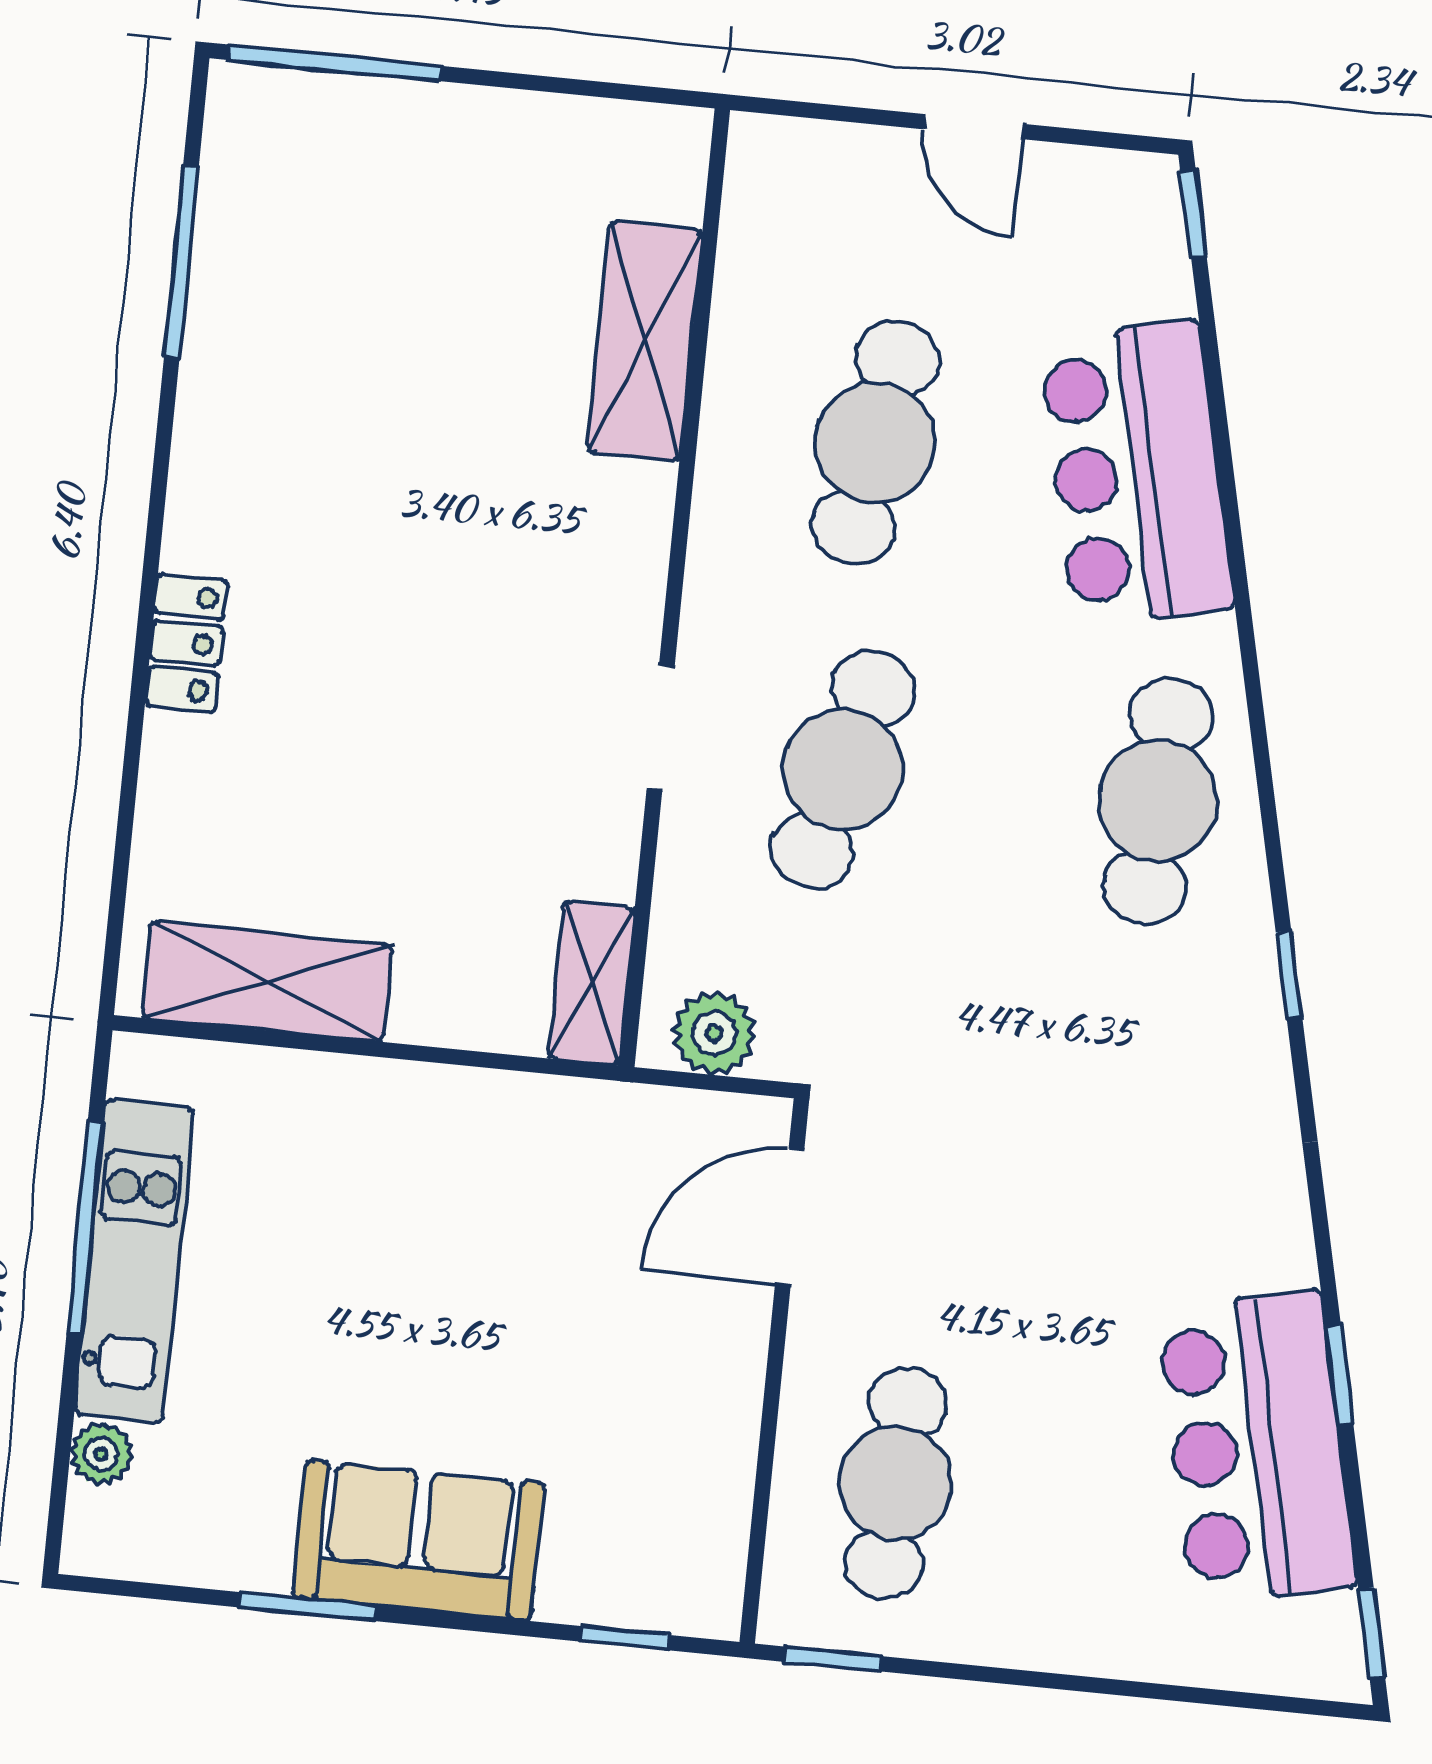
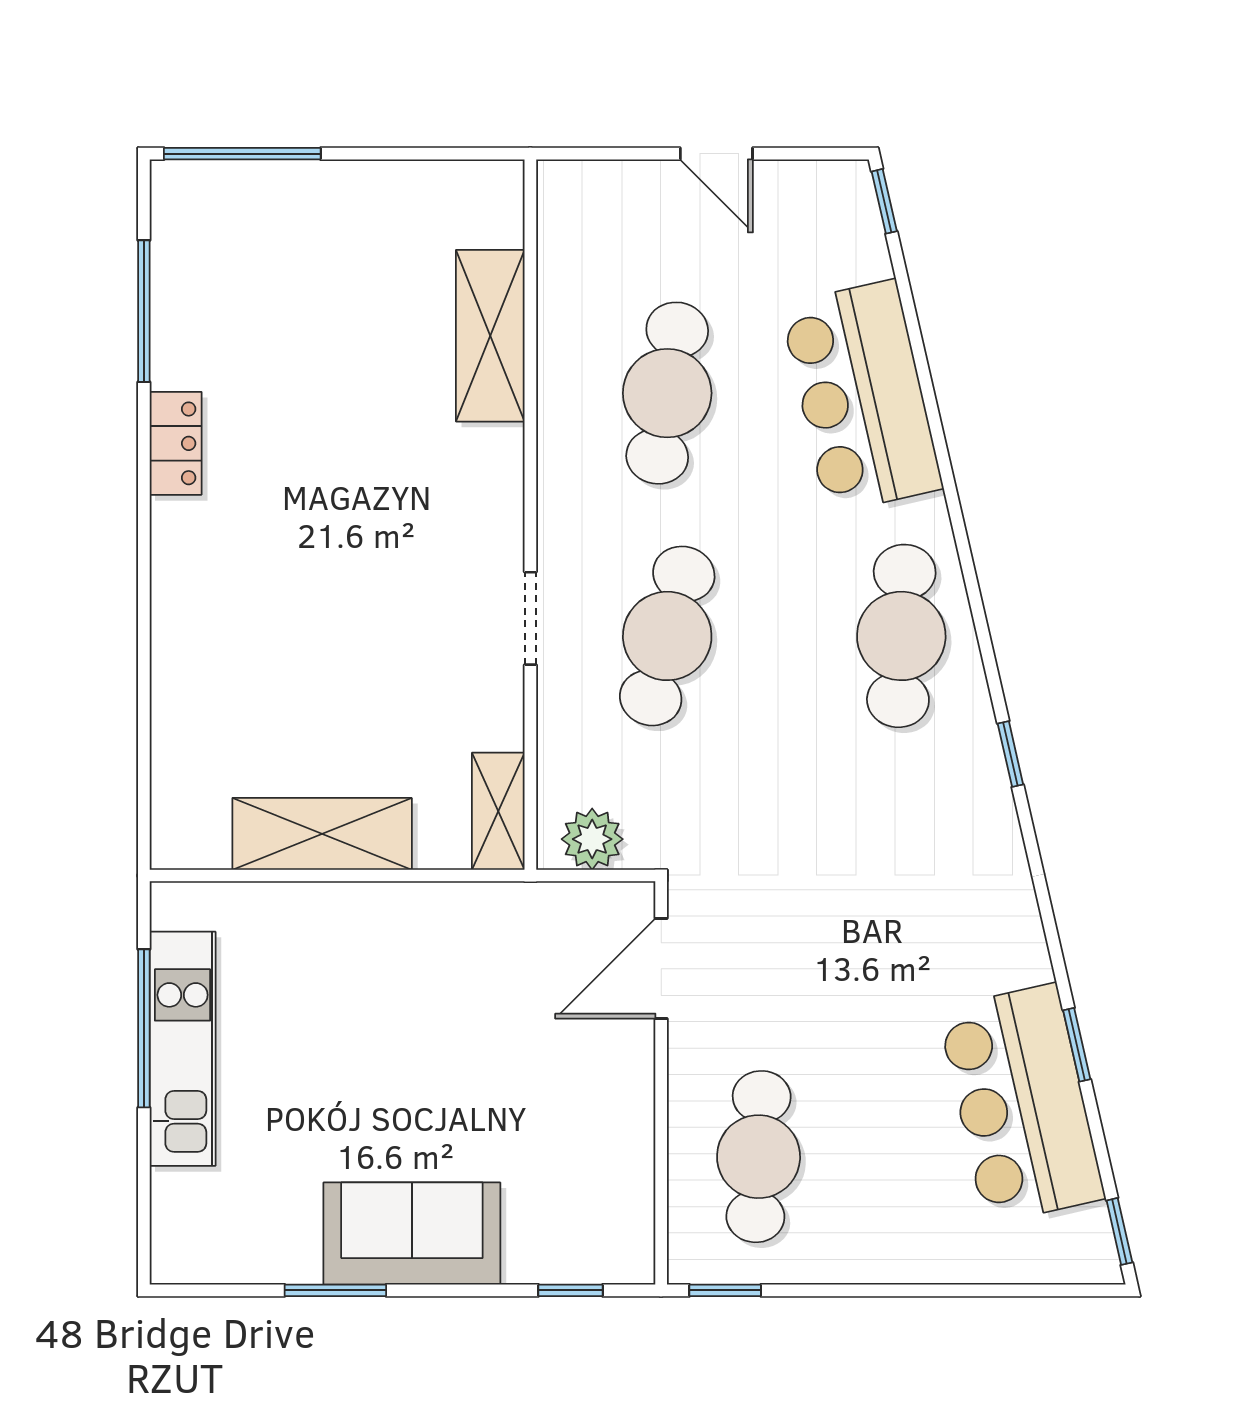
locker: (186, 643) -> (176, 443), moved
shelving: (267, 982) -> (322, 834), moved
plant: (101, 1454) -> (173, 1193), removed

